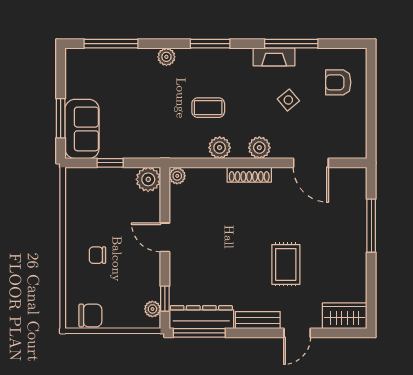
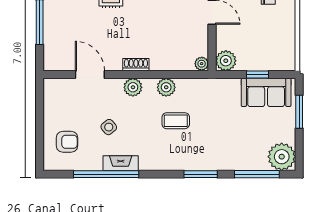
window: (210, 44) -> (201, 174), moved
window: (291, 44) -> (106, 174), width x1.46
plant: (166, 57) -> (282, 157), moved, width x1.88, depth x1.88
sofa: (82, 129) -> (266, 92), moved, turned -90
shoe rack: (249, 175) -> (136, 65), width x0.70

